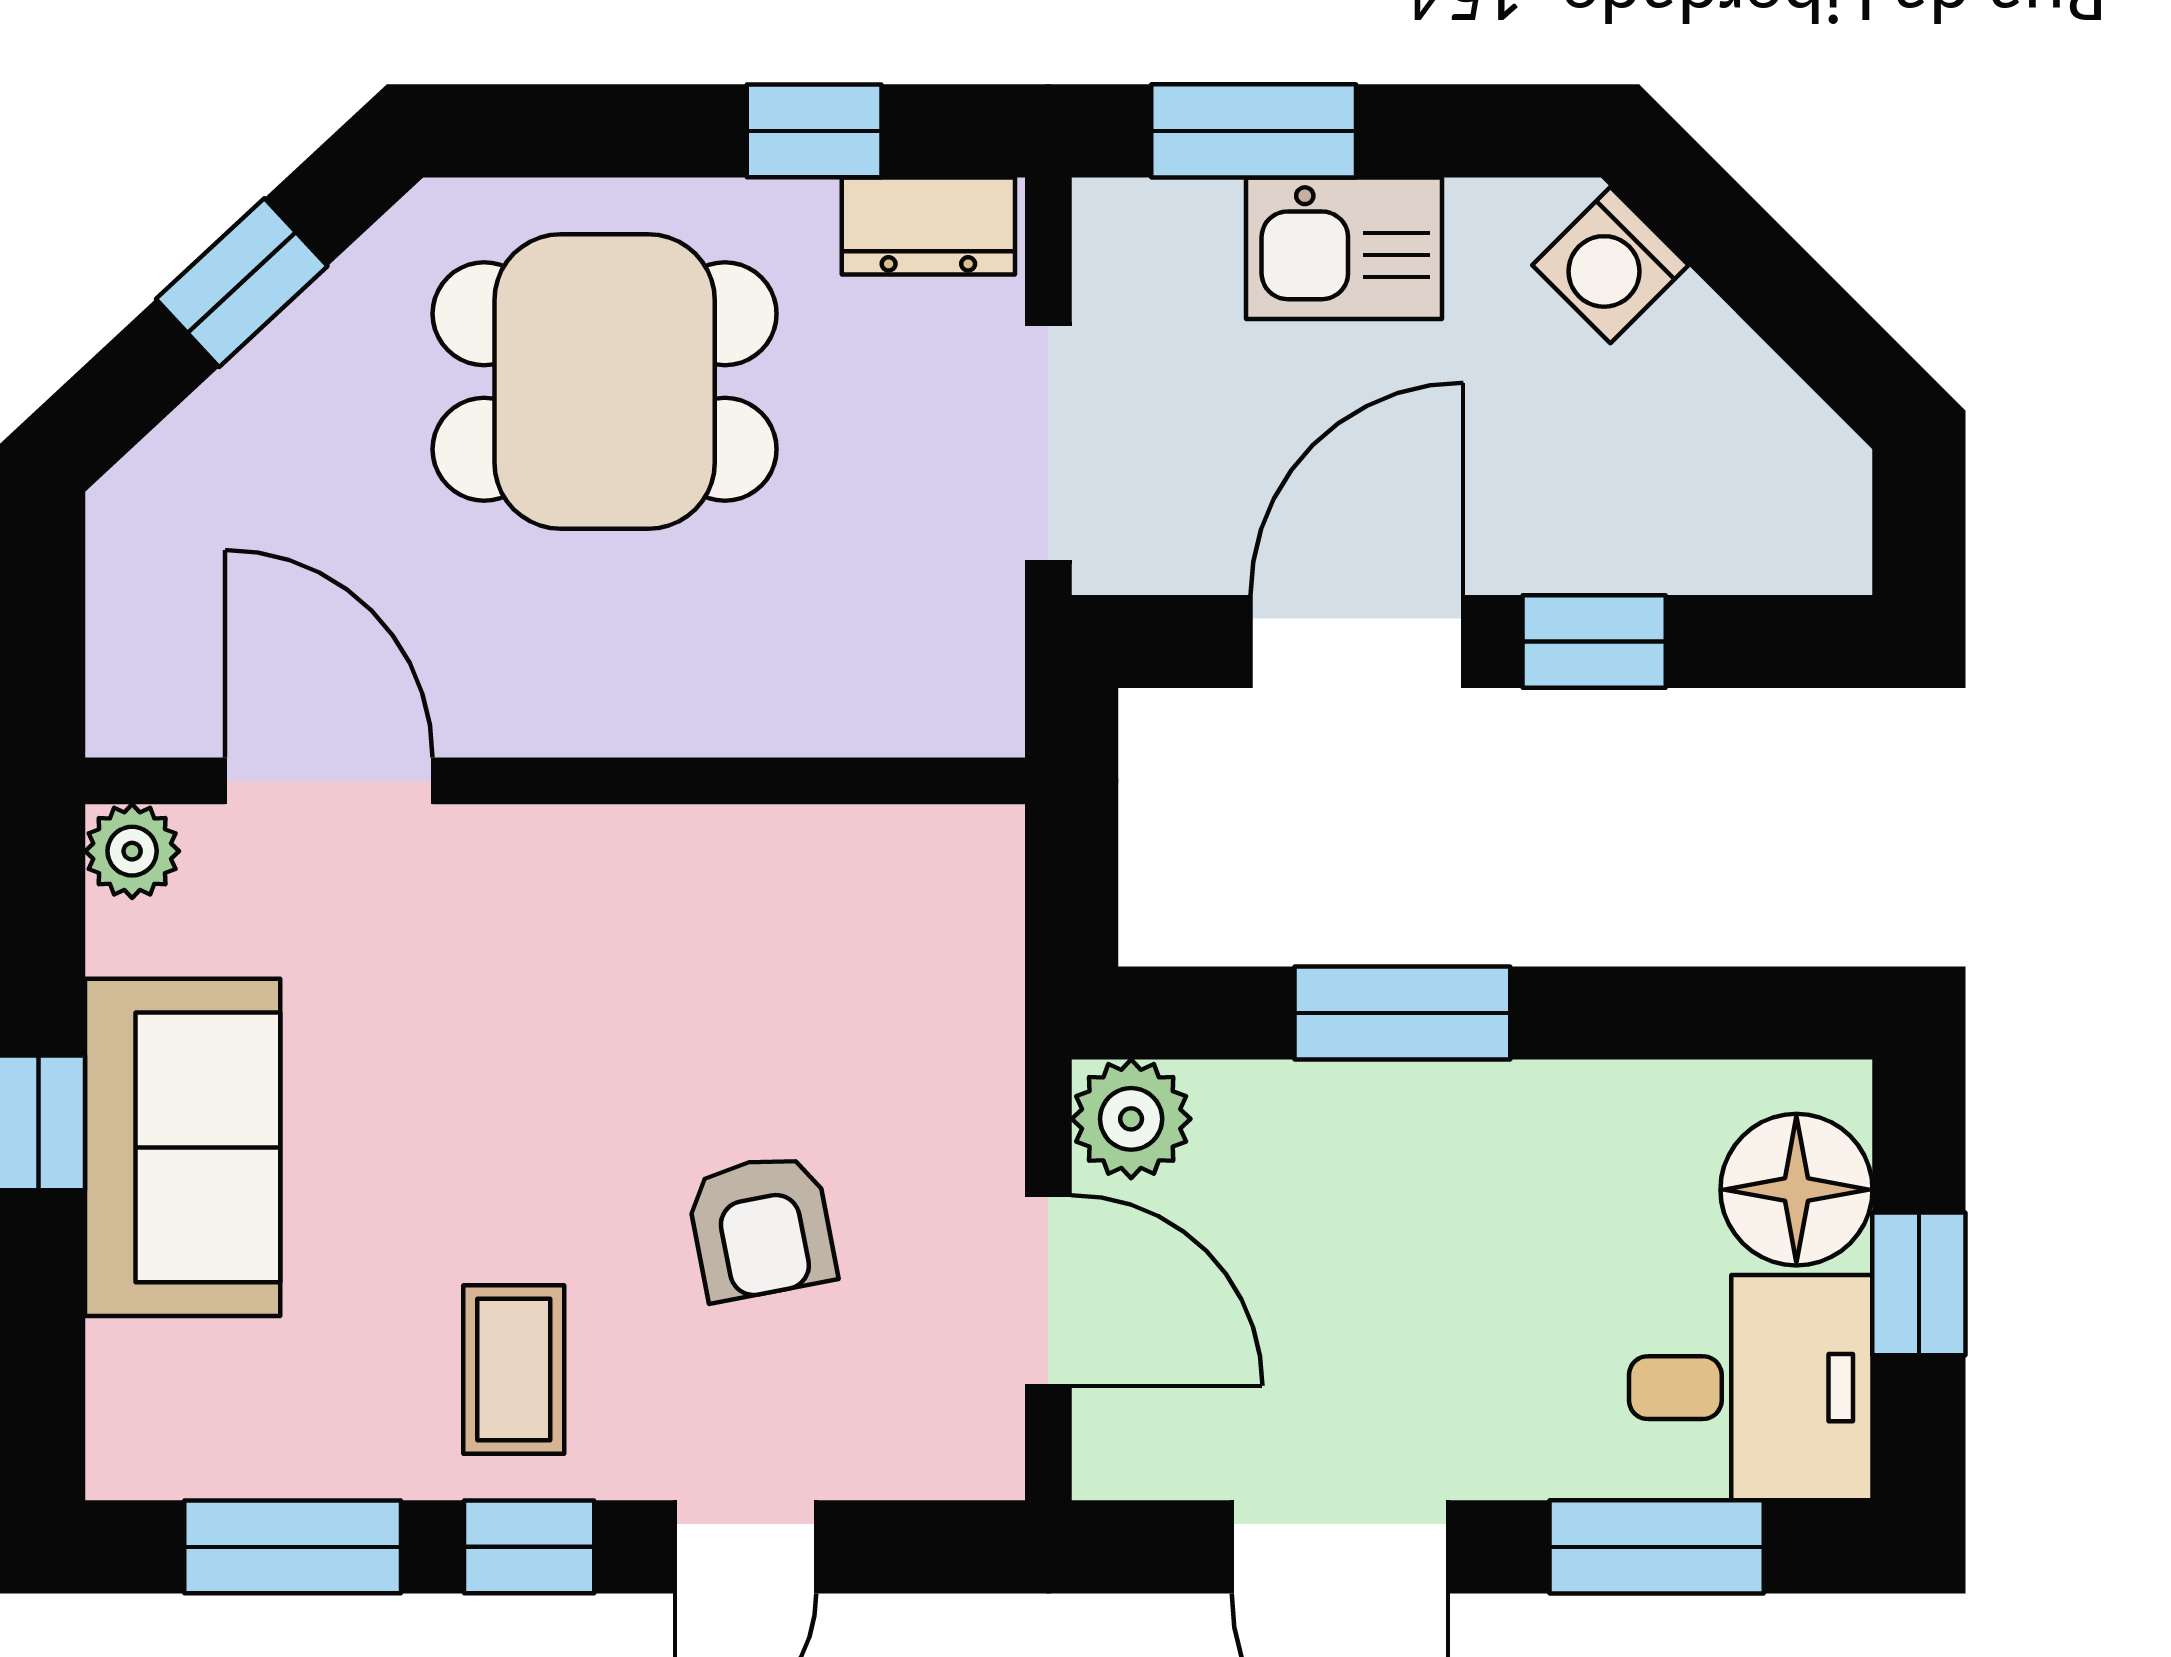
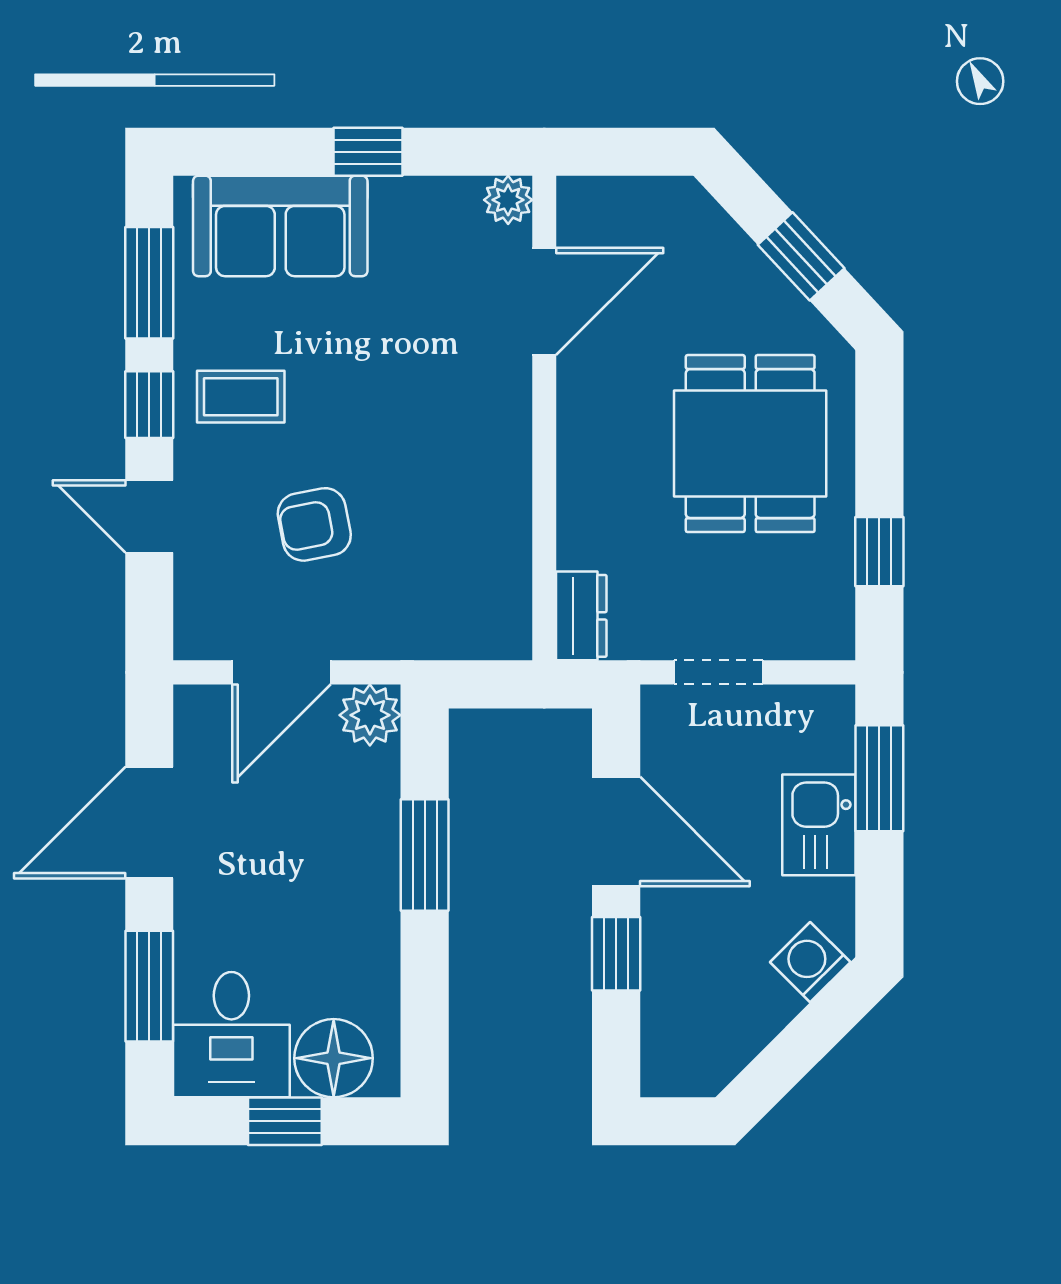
dresser: (928, 226) -> (581, 616), moved, turned 180
doorway: (1048, 443) -> (718, 672), width x0.73
sofa: (183, 1147) -> (280, 226), moved

